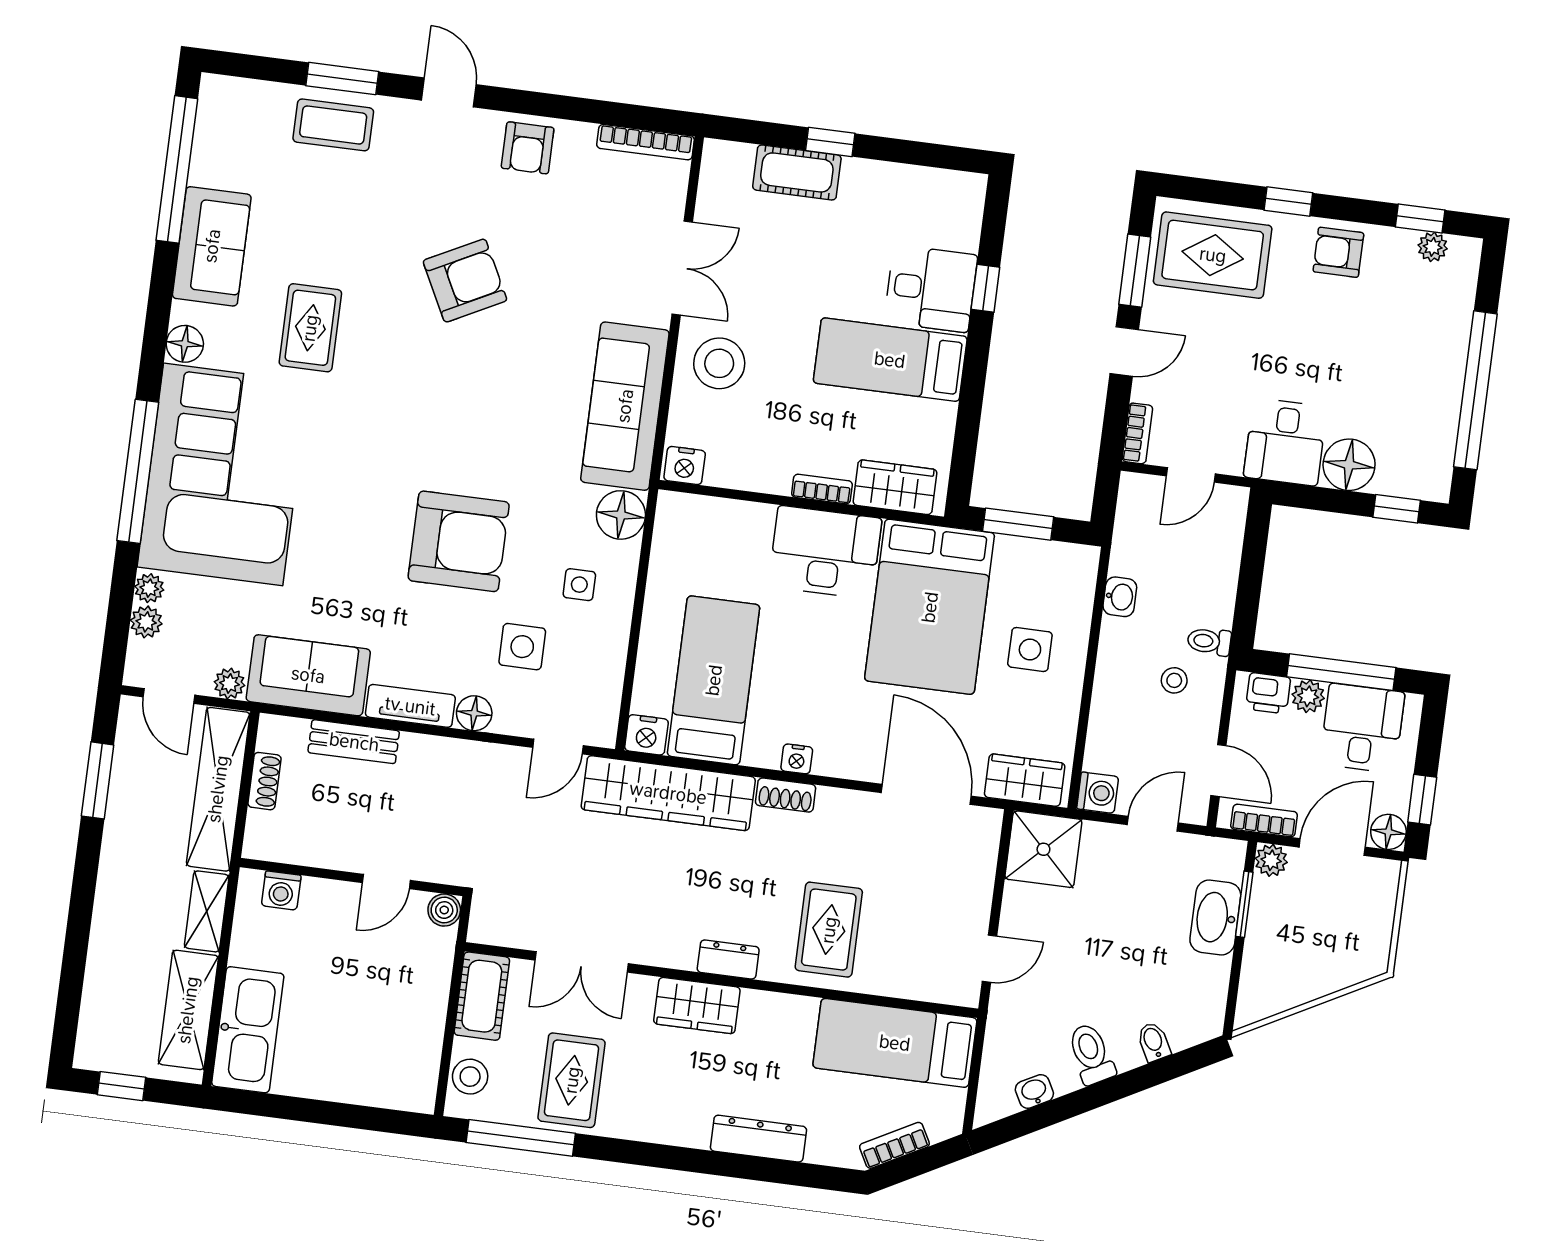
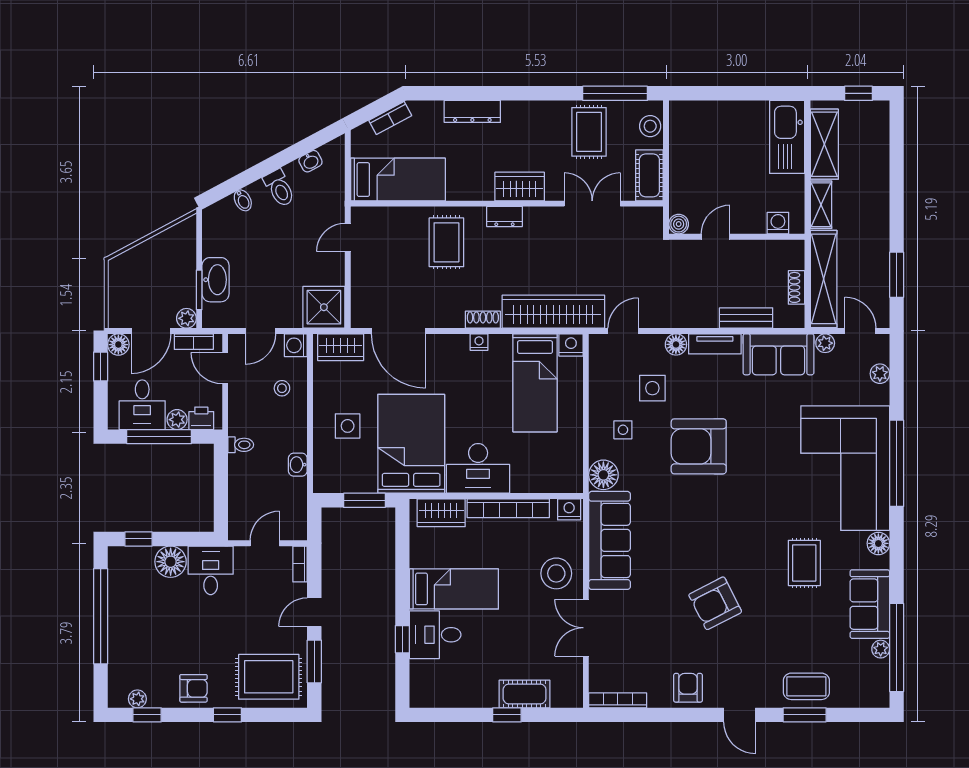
bookcase: (822, 489) -> (508, 508), width x2.31, depth x1.31
plant: (149, 588) -> (881, 649), moved
stool: (1174, 680) -> (282, 388), moved

